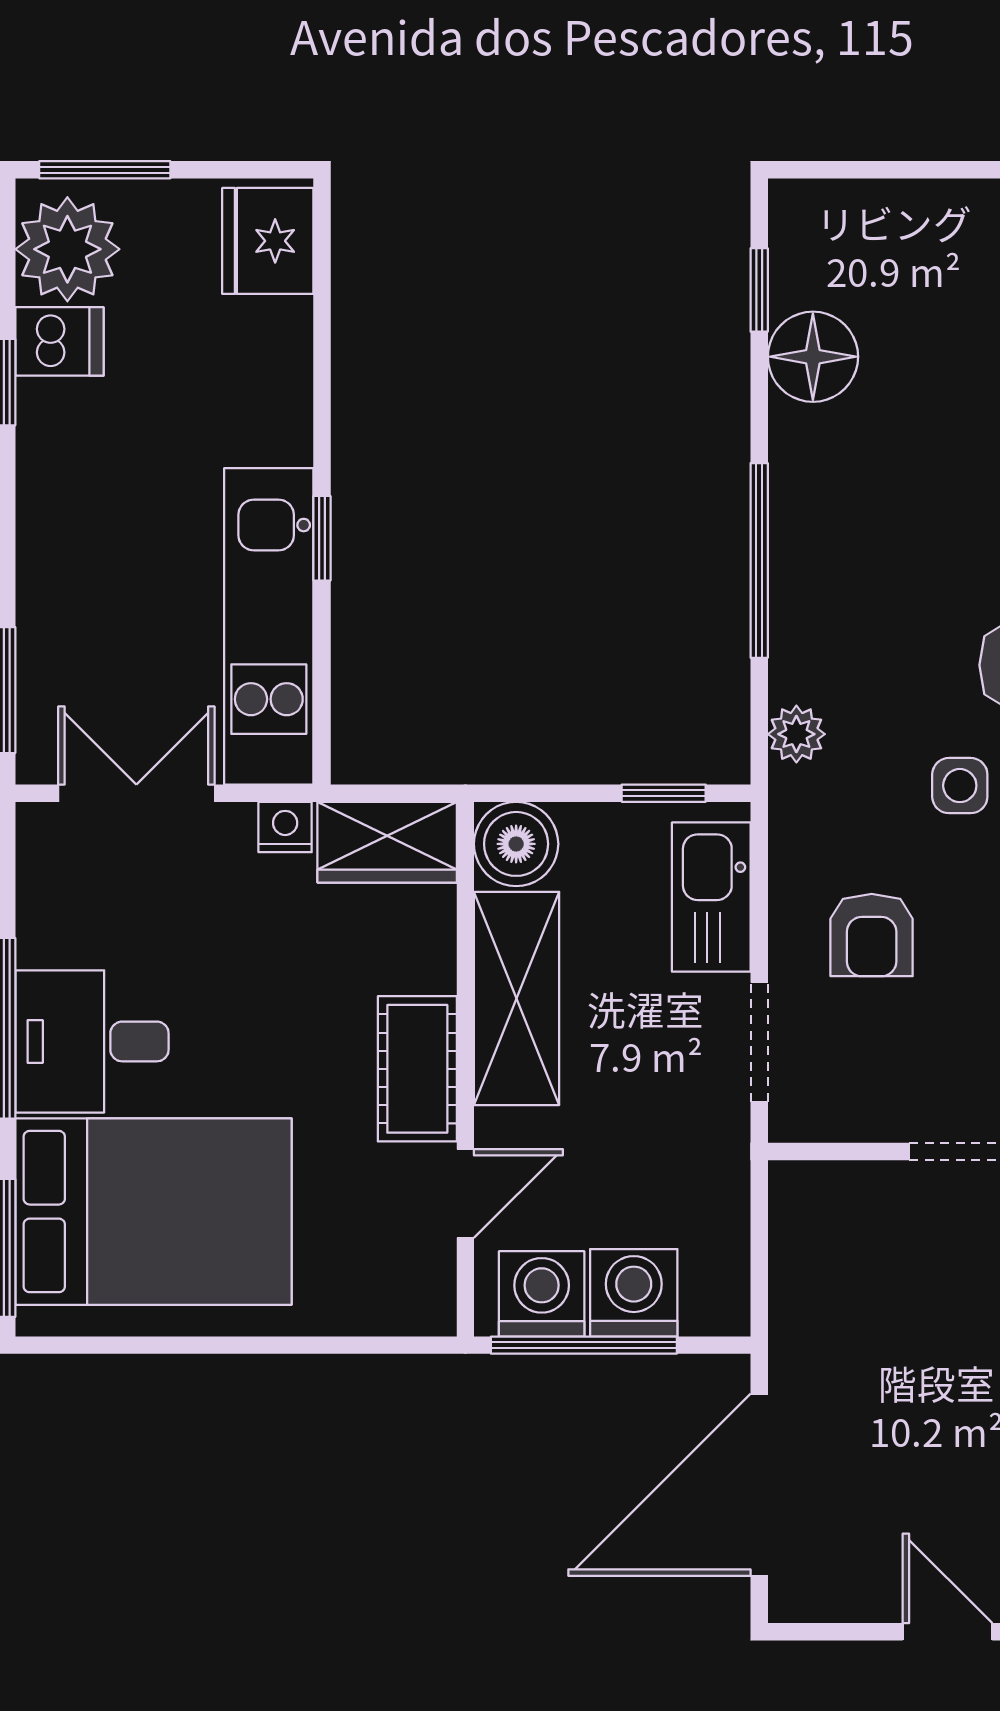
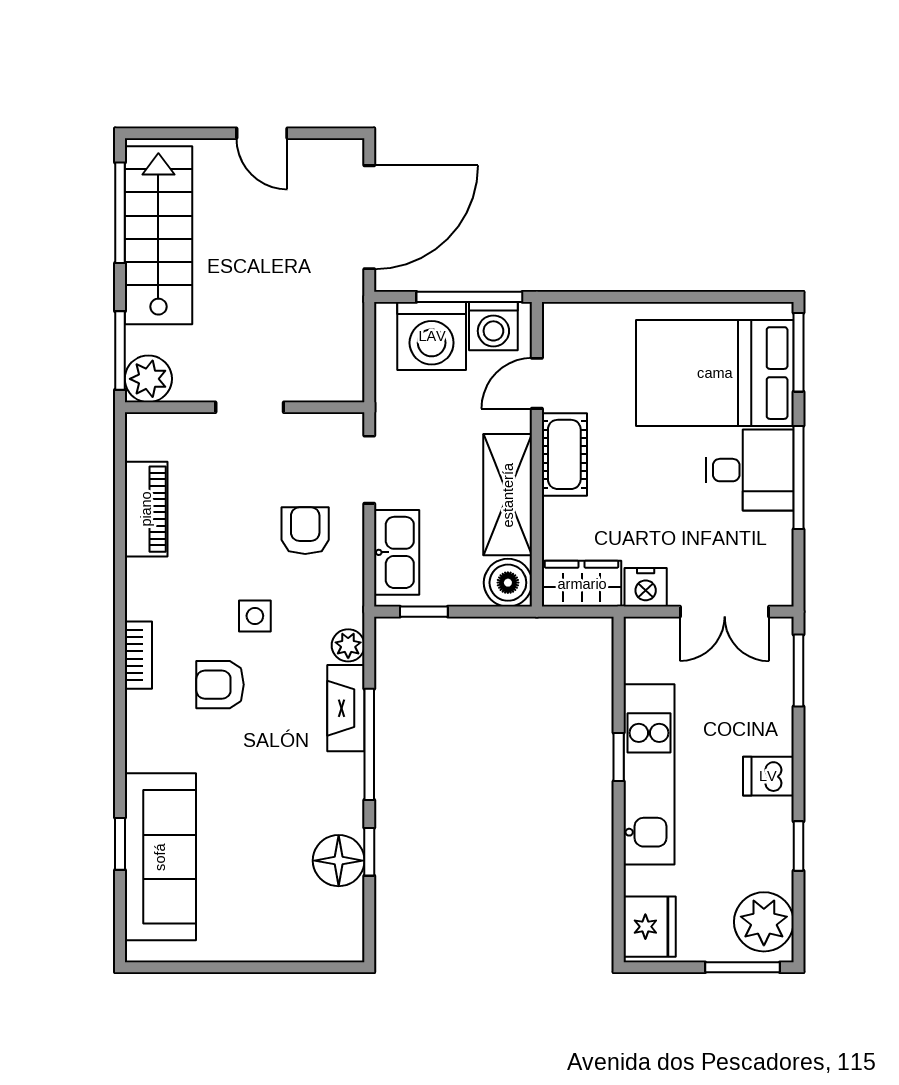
window: (759, 290) -> (369, 852), moved
dishwasher: (59, 341) -> (768, 776), moved
fireplace: (800, 624) -> (346, 708), added
kitchen unit: (269, 626) -> (649, 774), moved
nightstand: (285, 827) -> (646, 587), width x1.39, depth x1.35
washing machine: (634, 1293) -> (432, 336), width x1.37, depth x1.37

